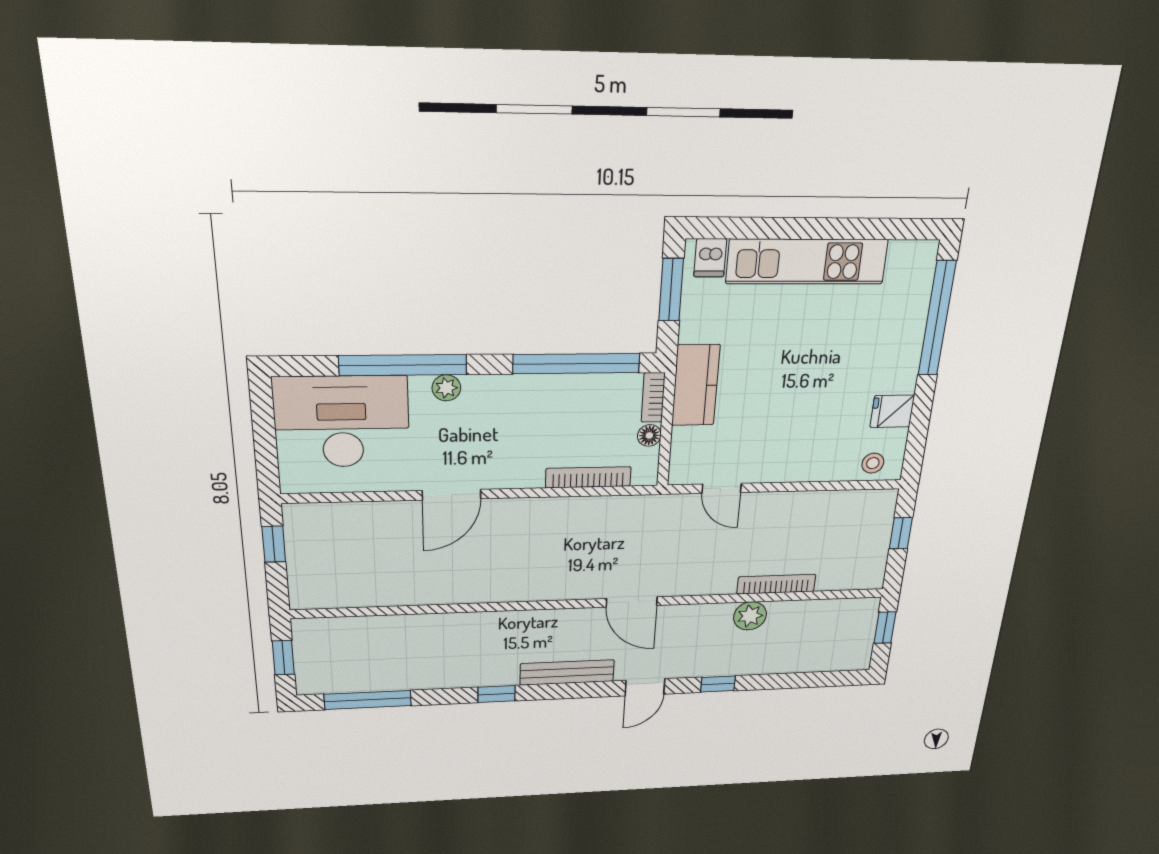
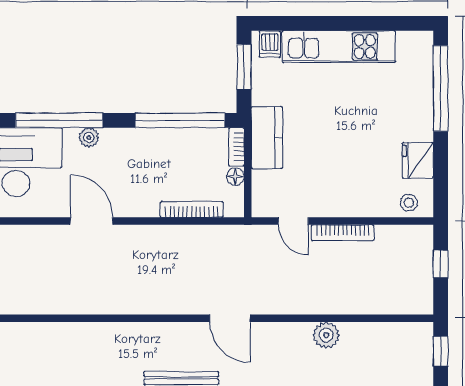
fridge: (892, 411) -> (418, 160), width x1.38
door: (452, 495) -> (92, 221), swing flipped
bookcase: (776, 584) -> (343, 233), moved, turned 180

